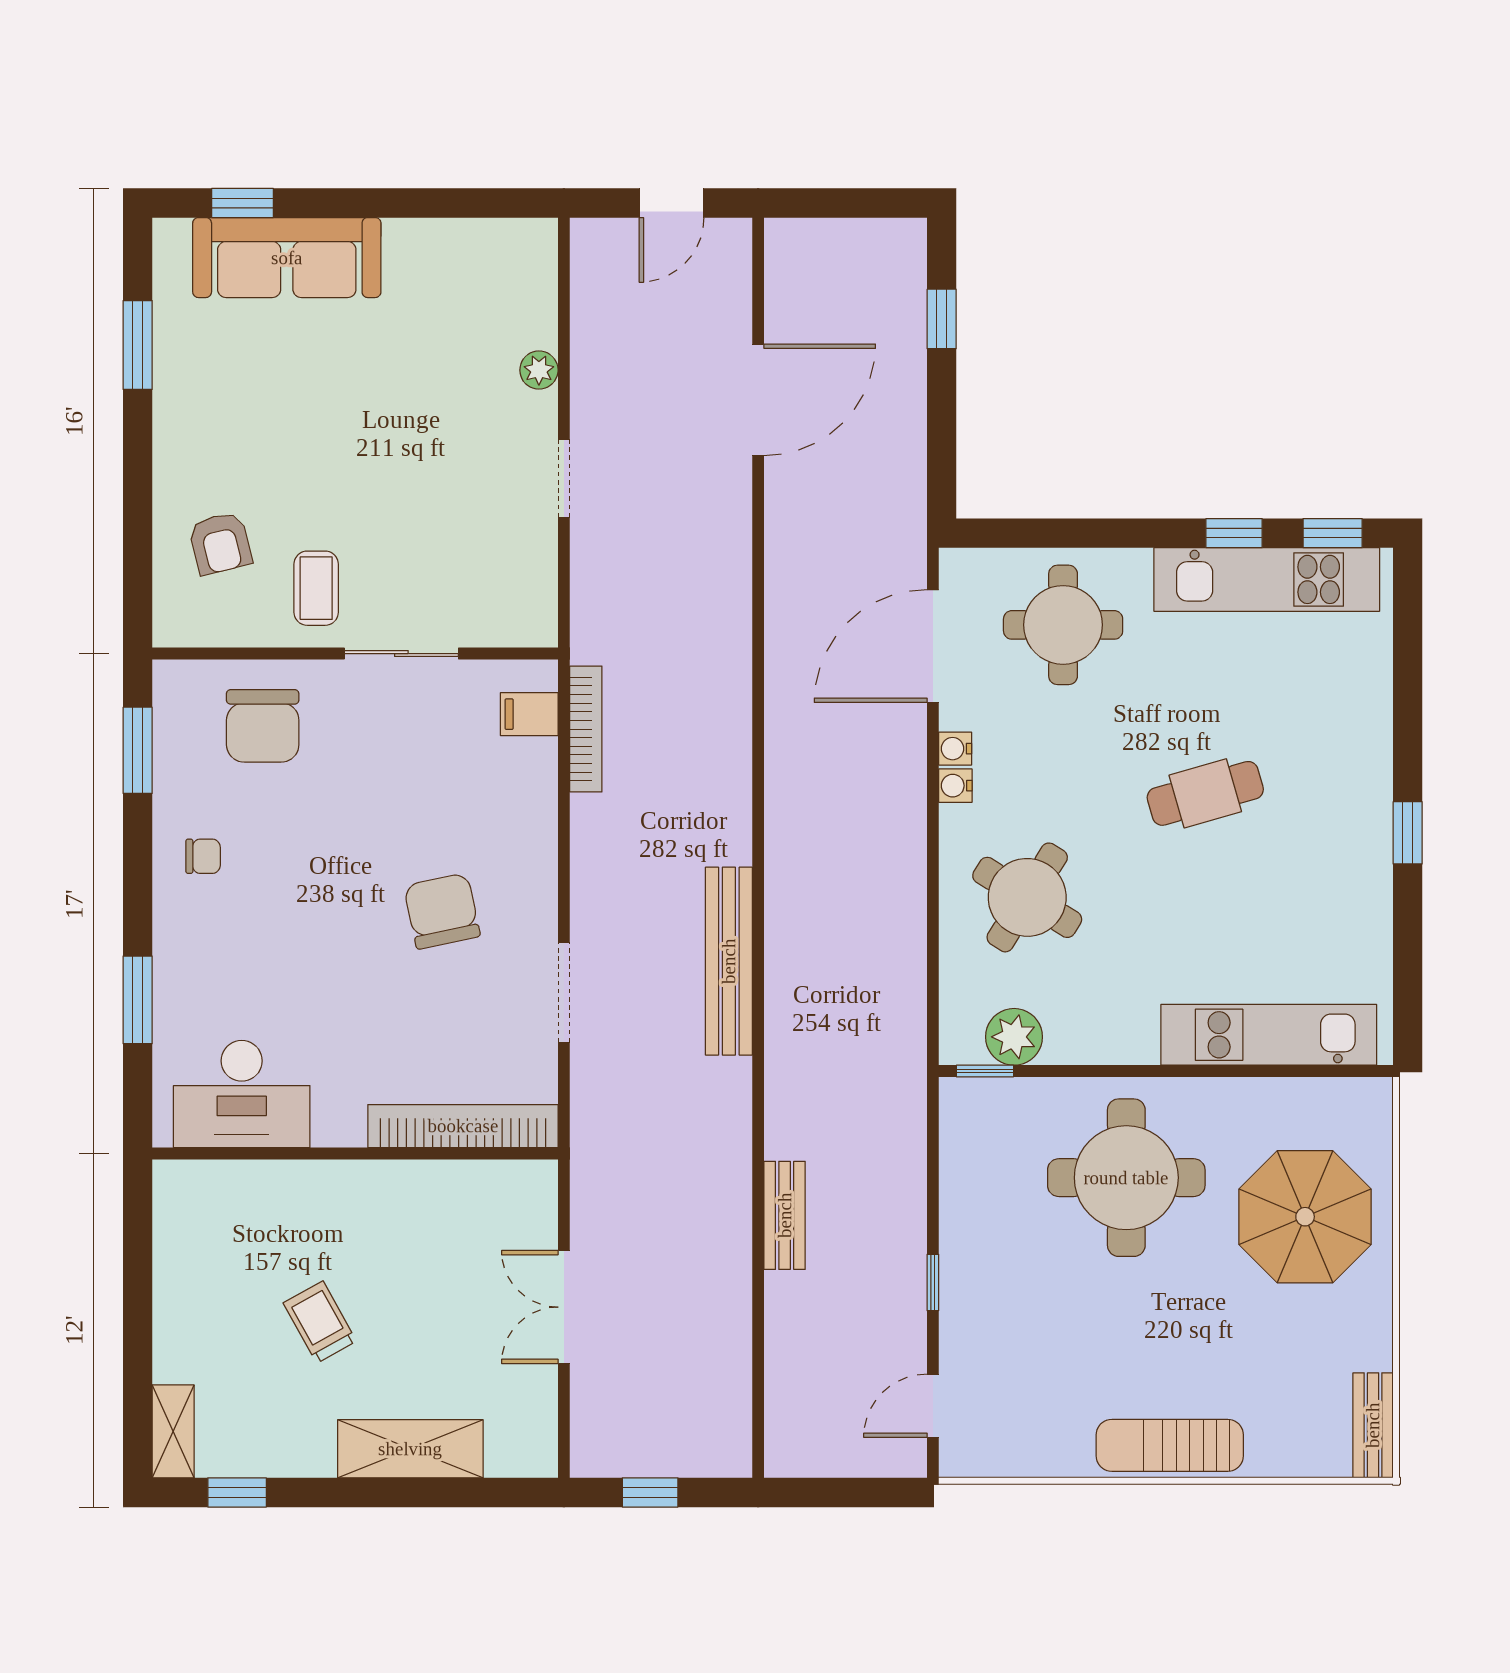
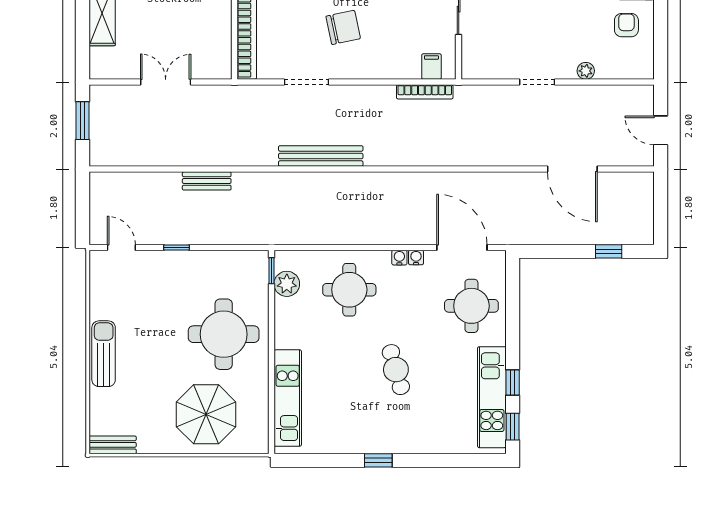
armchair: (437, 279) -> (626, 25), added
round table: (1027, 897) -> (349, 290), turned -32
window: (650, 1492) -> (82, 121), width x1.50

